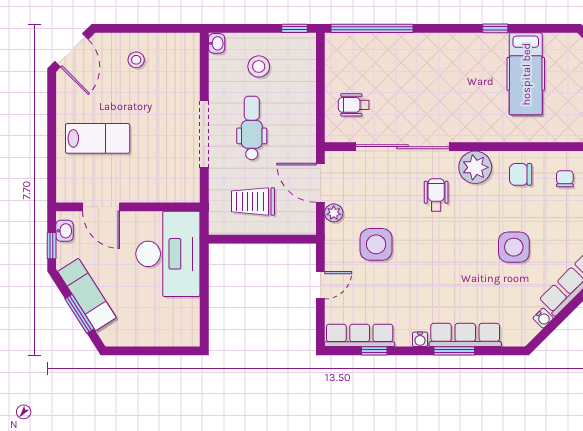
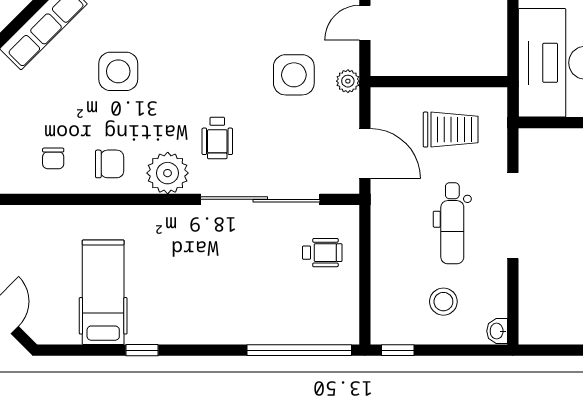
plant: (334, 213) -> (348, 81), moved

